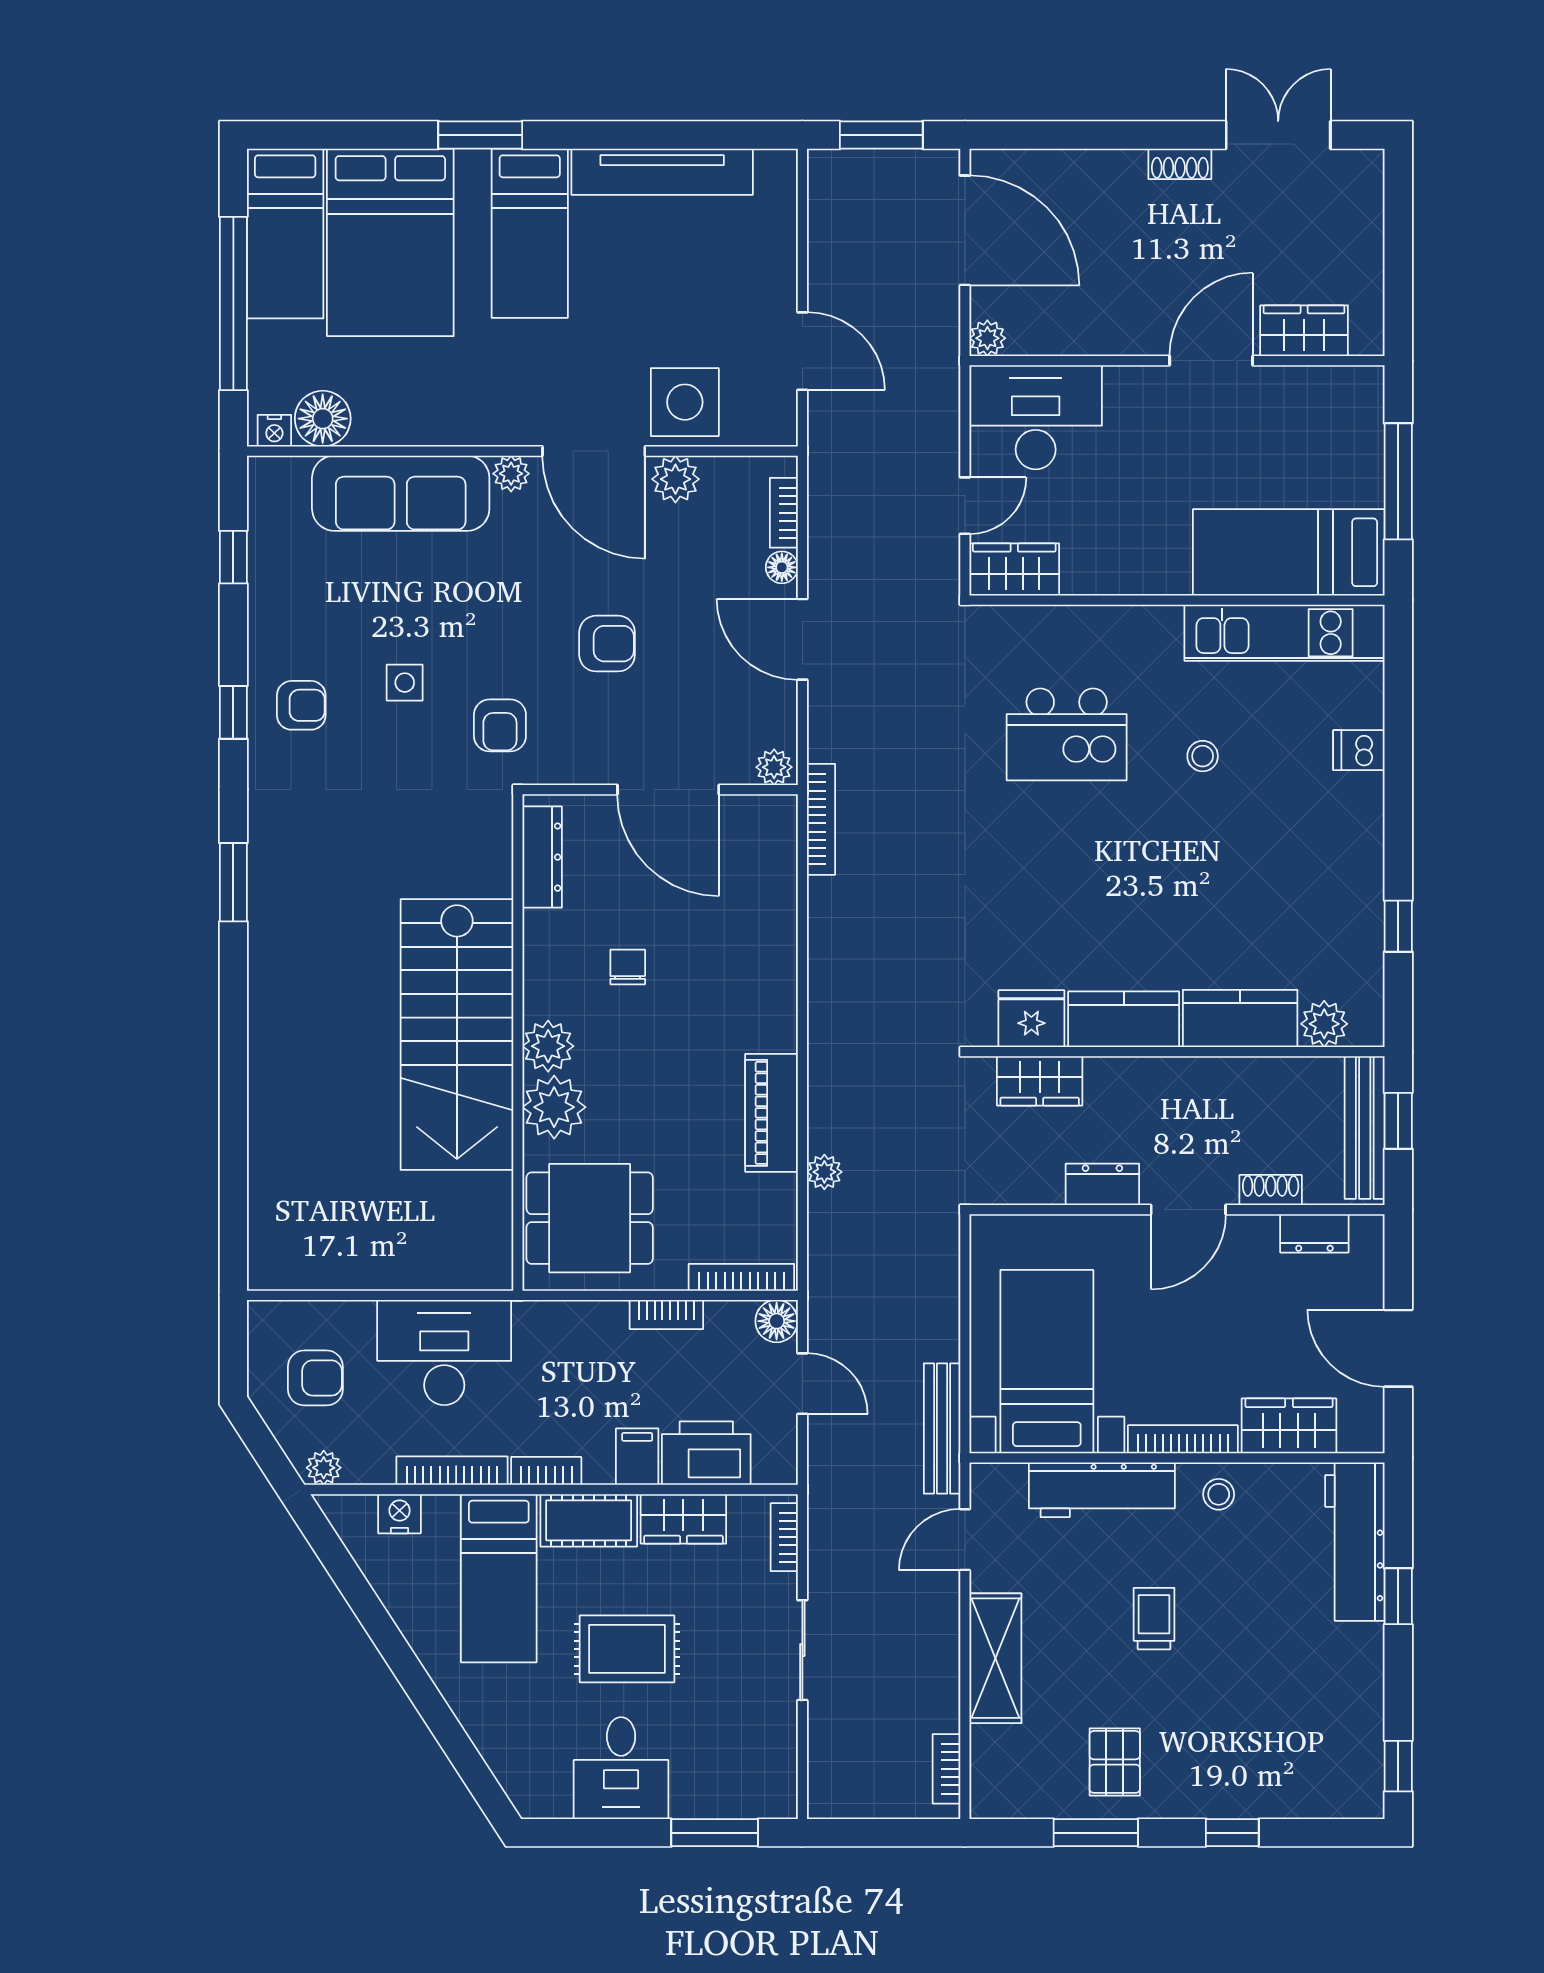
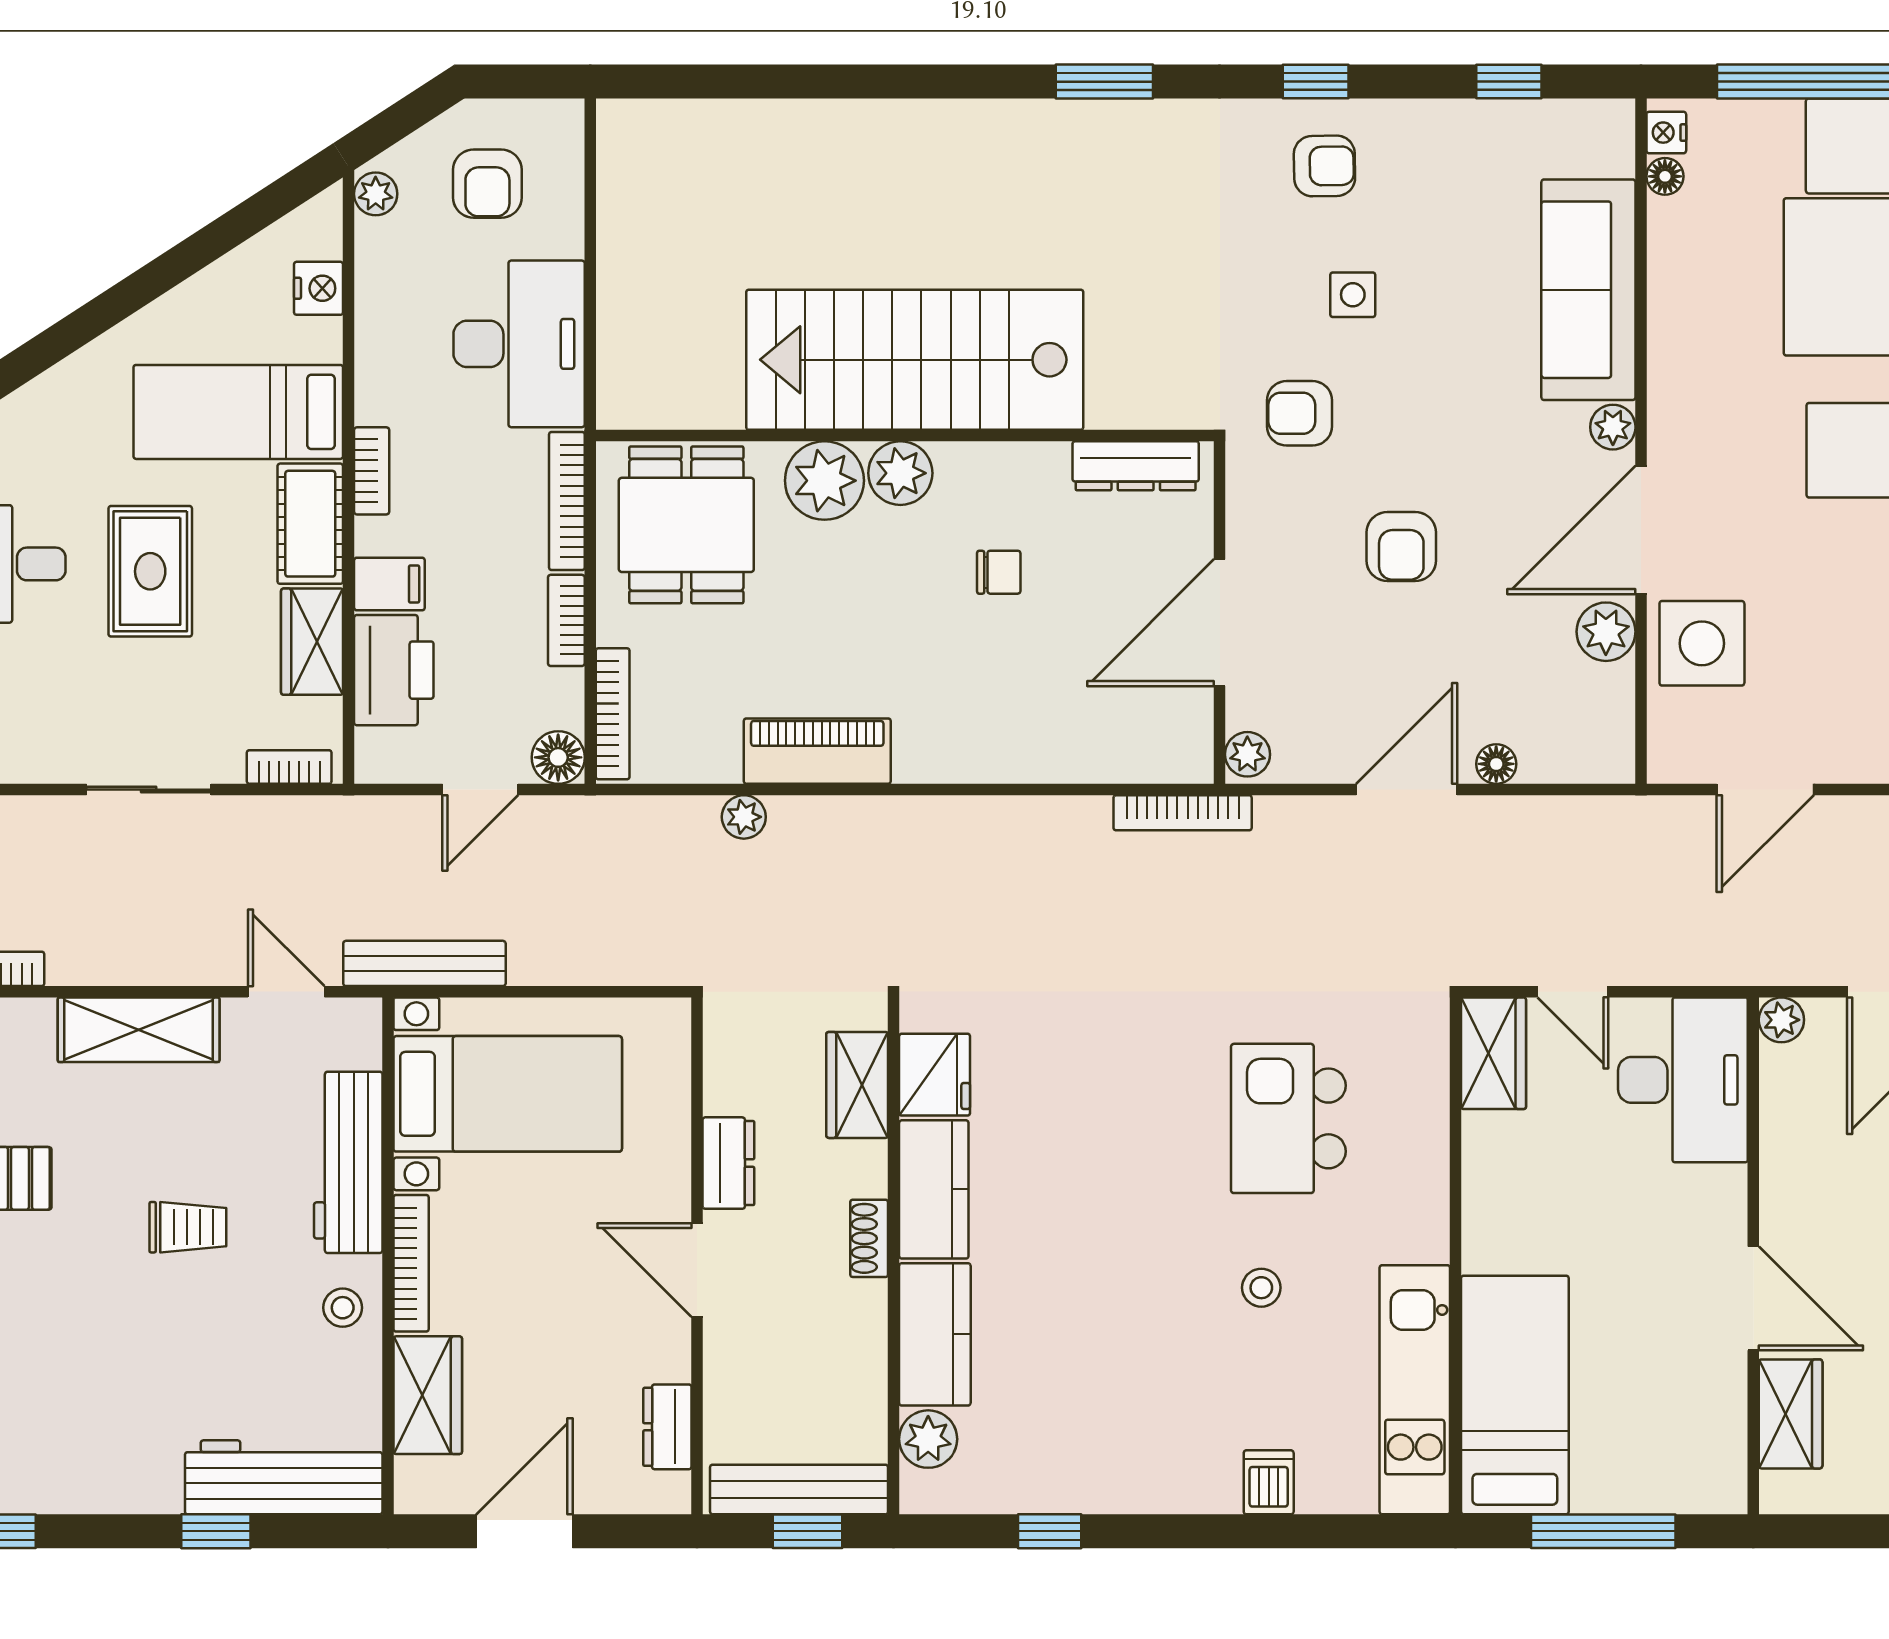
floor lamp: (323, 419) -> (1665, 176), width x0.53, depth x0.53
bookcase: (784, 513) -> (1564, 766), removed
armchair: (301, 705) -> (1324, 166), turned -91
shoe rack: (1271, 1190) -> (869, 1238), moved, turned 180
bookcase: (452, 1471) -> (567, 501), moved, turned 180

